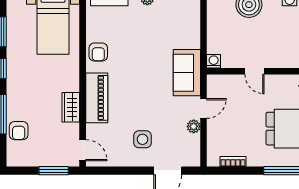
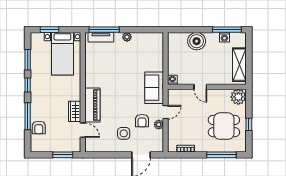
armchair: (98, 52) -> (142, 121), moved
door: (83, 150) -> (83, 130), moved

